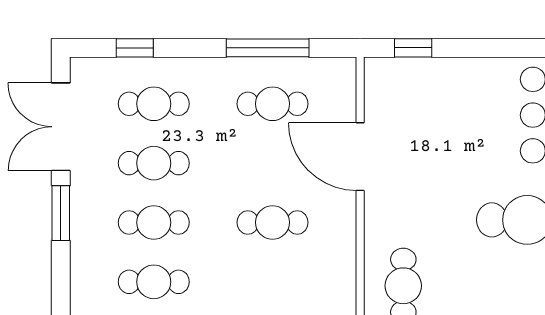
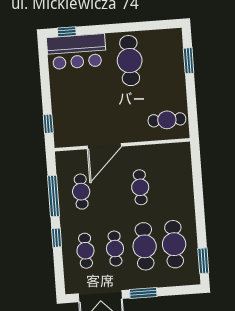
window: (135, 48) -> (57, 238), moved
cafe table: (154, 222) -> (145, 246), width x1.37, depth x1.35
cafe table: (154, 282) -> (174, 244), width x1.37, depth x1.35

